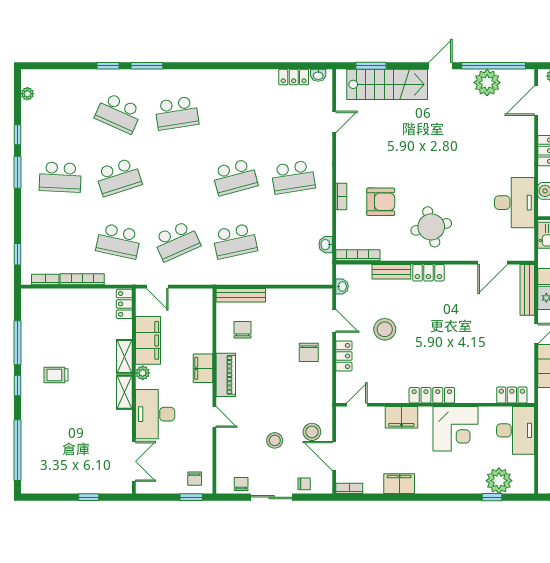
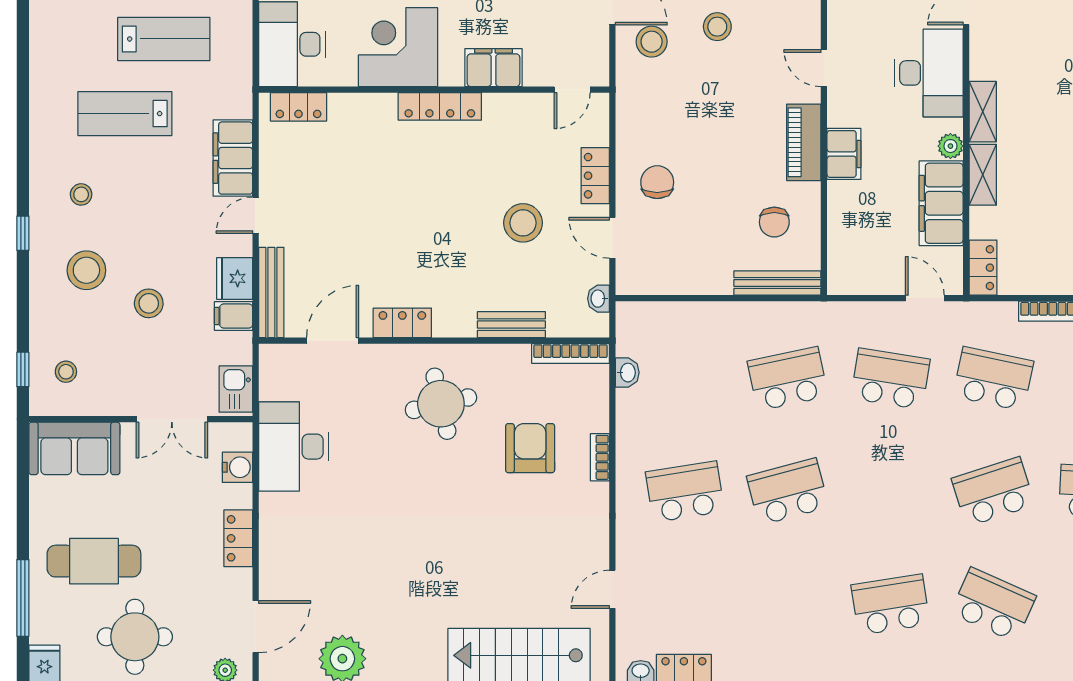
armchair: (381, 202) -> (530, 448), turned 90
school desk: (177, 241) -> (890, 379), turned 33
locker: (428, 273) -> (402, 323), moved

